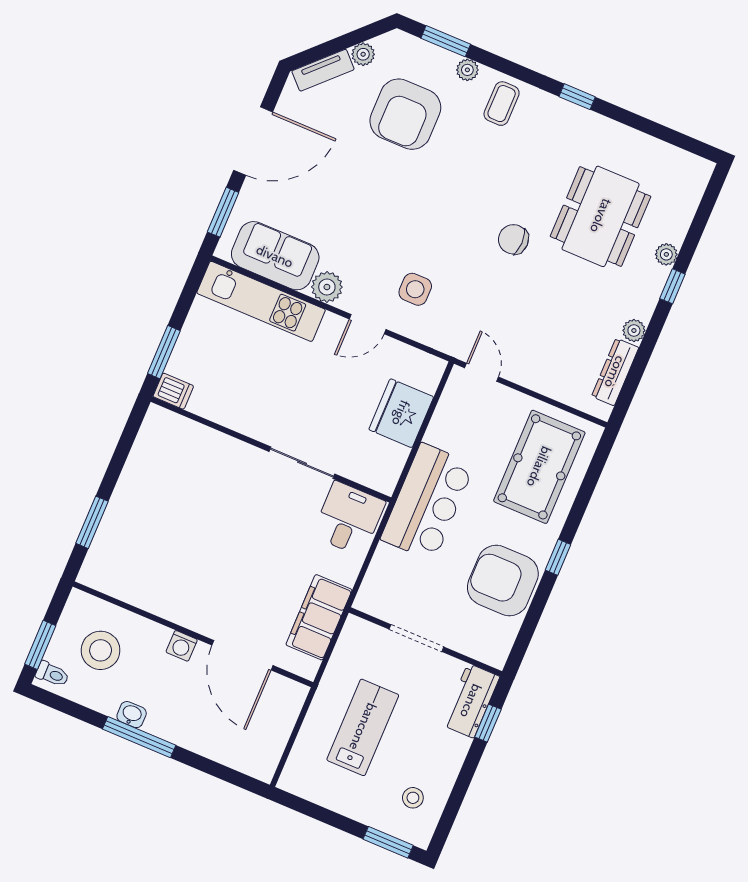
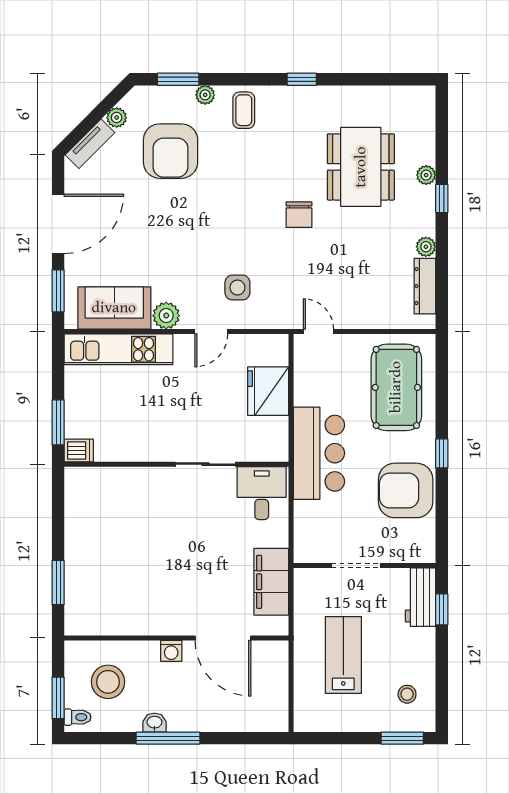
chair: (513, 239) -> (299, 215), turned -90

